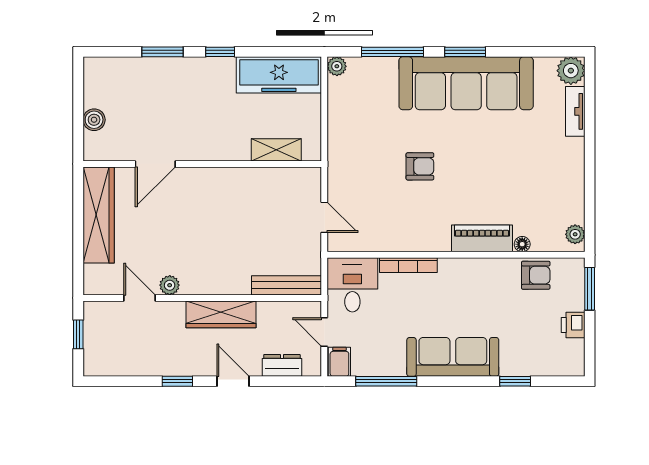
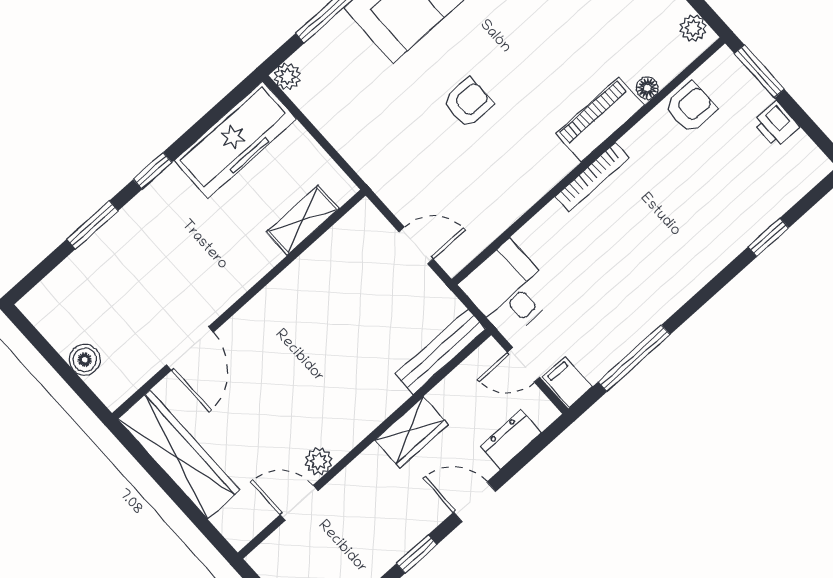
bookcase: (408, 265) -> (592, 177), moved
wardrobe: (221, 314) -> (411, 432), width x0.67
sofa: (453, 357) -> (681, 270), removed

